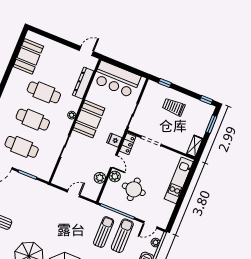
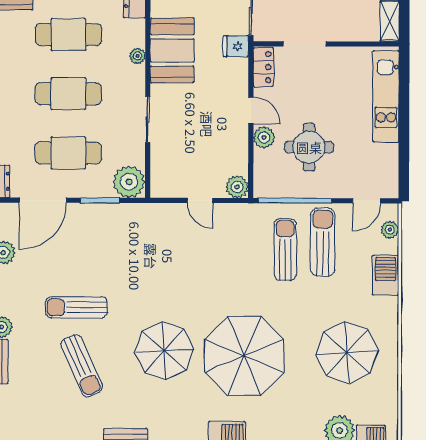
fridge: (114, 140) -> (236, 46), moved
plant: (44, 172) -> (129, 182), added
plant: (100, 178) -> (237, 187), moved
door: (73, 194) -> (200, 200), swing flipped

